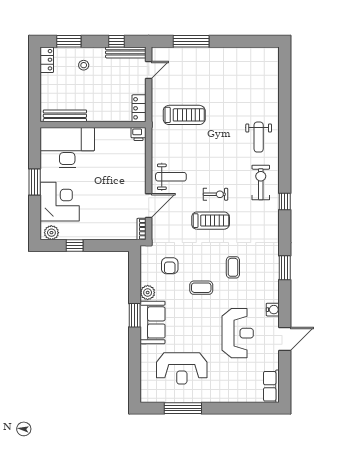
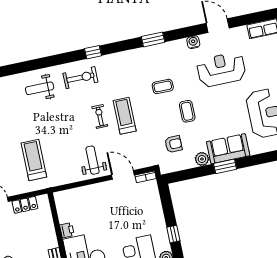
locker: (139, 108) -> (25, 205), moved
printer: (139, 134) -> (67, 230), moved
weight bench: (259, 137) -> (40, 88), turned 180
exercise bike: (261, 183) -> (80, 78), turned 180

